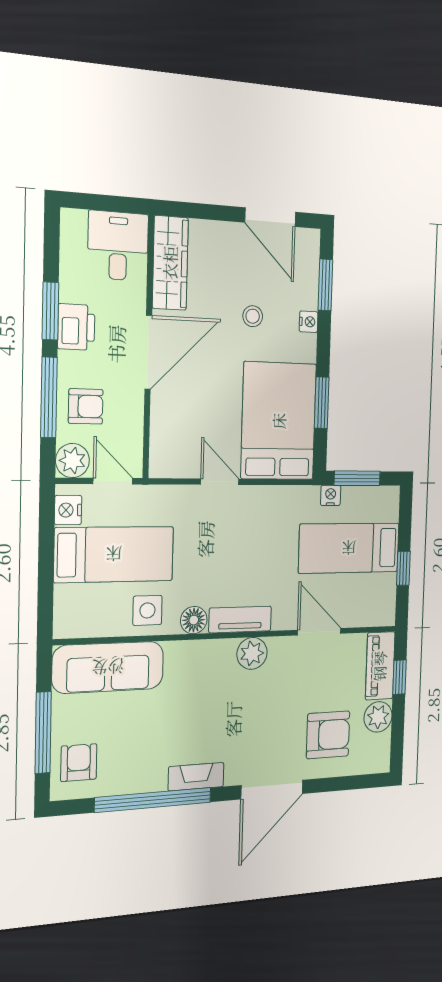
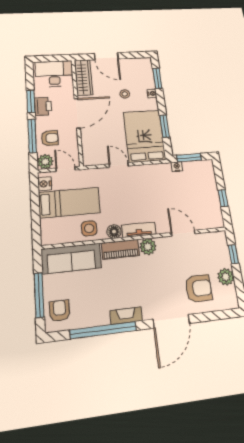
door: (270, 217) -> (106, 56), moved
desk: (118, 246) -> (54, 74), width x1.37
bed: (349, 548) -> (191, 191), removed
piano: (380, 666) -> (120, 249), moved, turned -90

